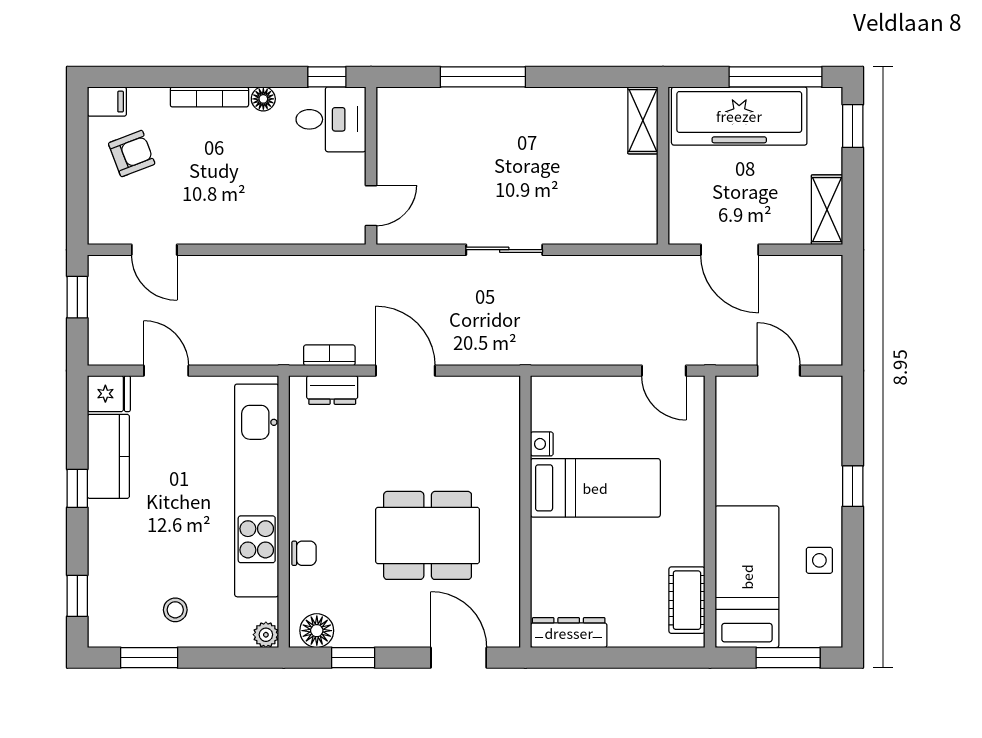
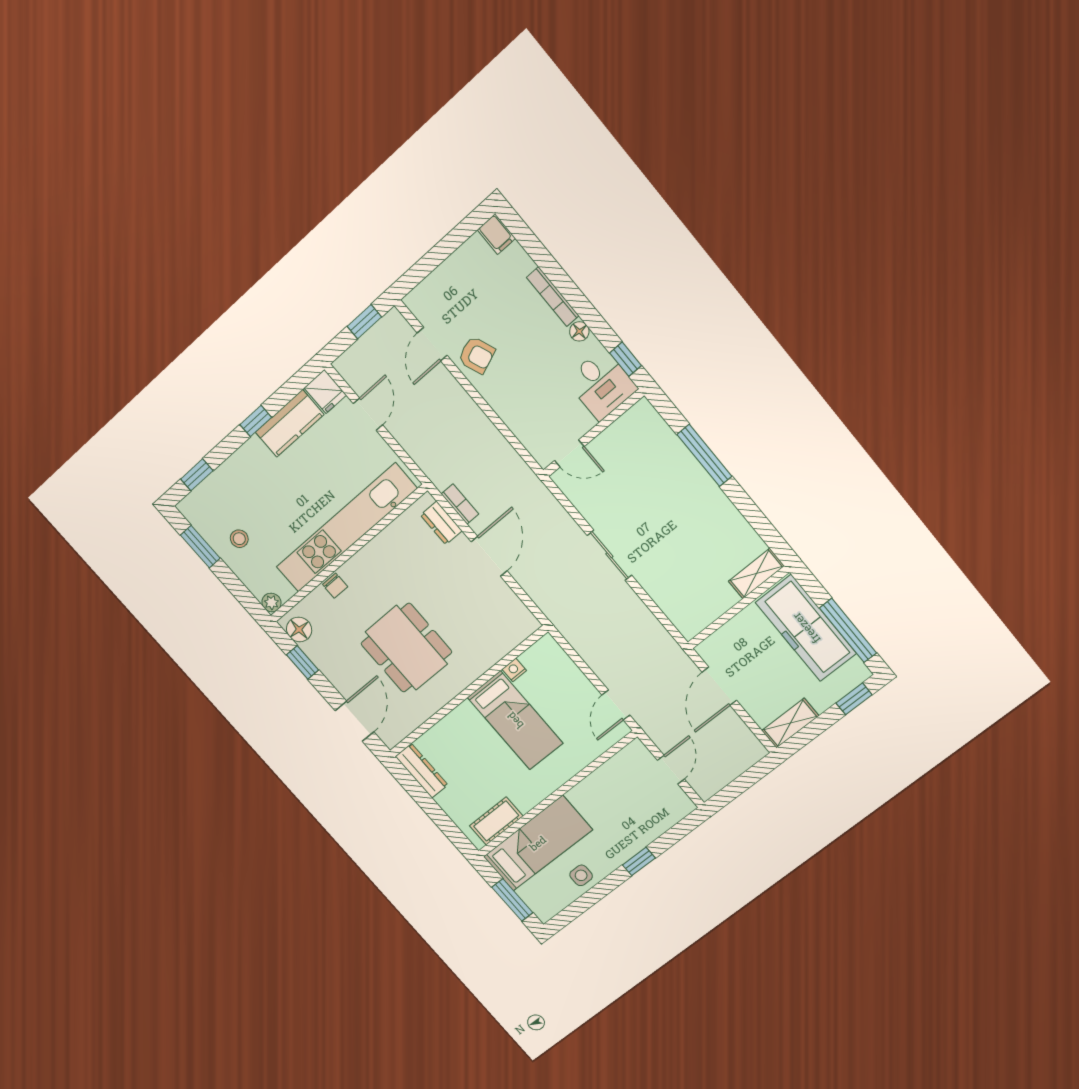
armchair: (132, 154) -> (477, 355), moved

